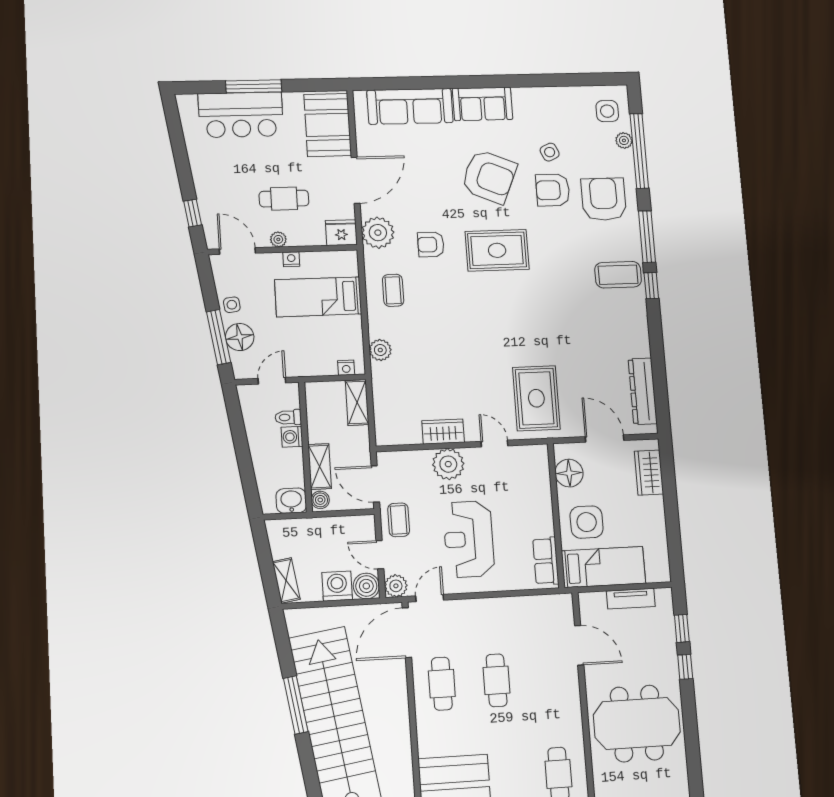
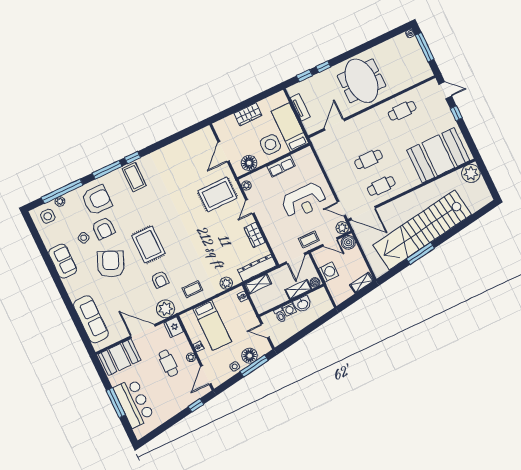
sofa: (483, 104) -> (63, 261), moved
armchair: (604, 199) -> (97, 200), turned 180
dresser: (643, 391) -> (257, 268), moved, turned 180
plant: (448, 464) -> (246, 185), moved, width x0.53, depth x0.53
wardrobe: (649, 473) -> (248, 114), moved
washbasin: (291, 501) -> (303, 304), moved, turned -90
door: (380, 555) -> (330, 242), hinge flipped
row of seats: (546, 561) -> (281, 166), moved
washing machine: (337, 586) -> (329, 272), moved, turned 180

